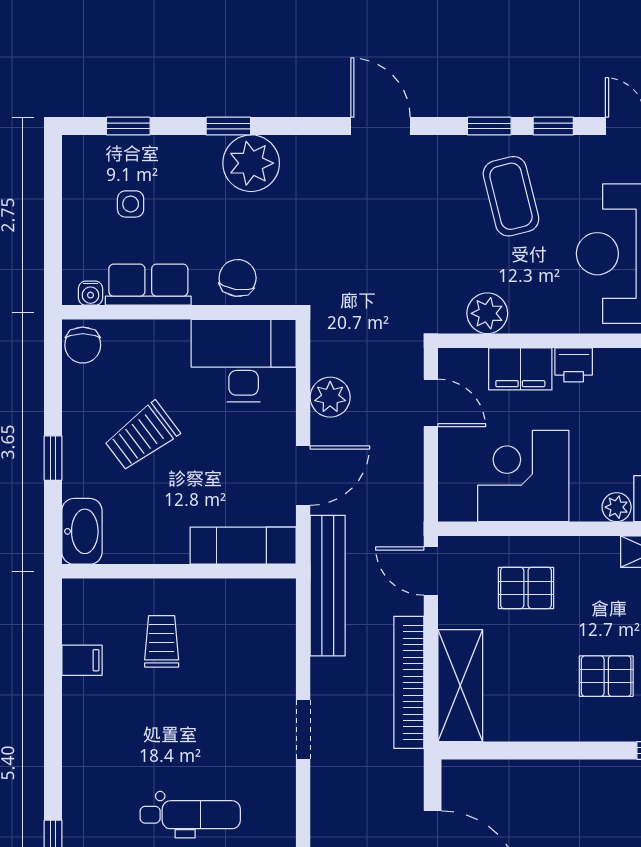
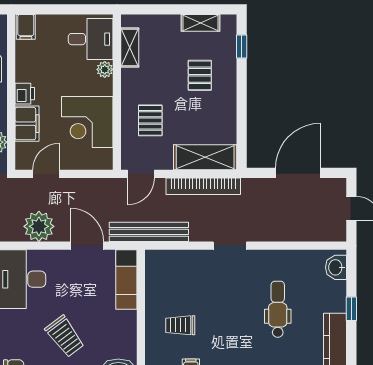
plant: (330, 397) -> (39, 226), width x1.36, depth x1.36

